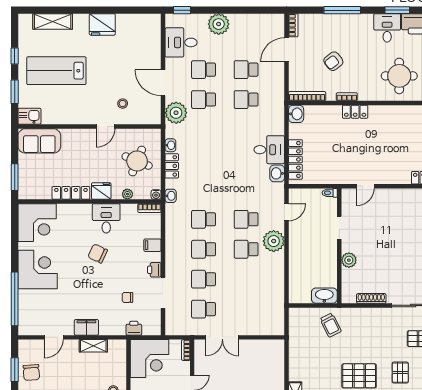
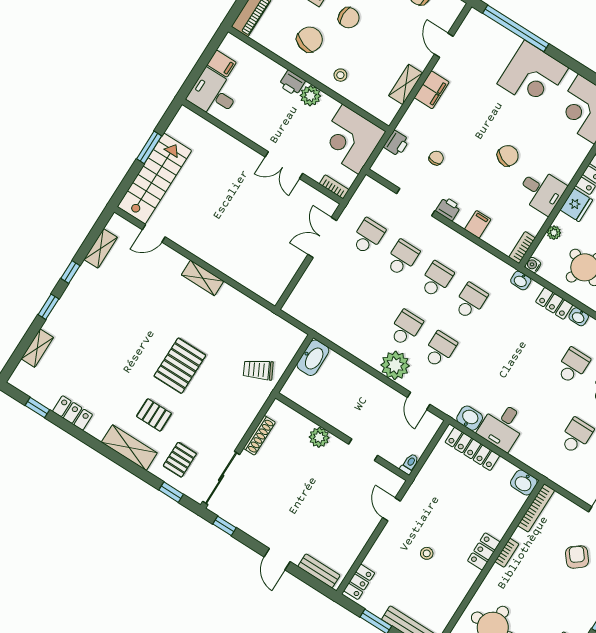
armchair: (333, 61) -> (577, 557), moved
school desk: (203, 129) -> (573, 366), added
stool: (379, 147) -> (427, 553), added
washbasin: (324, 296) -> (313, 358), moved

